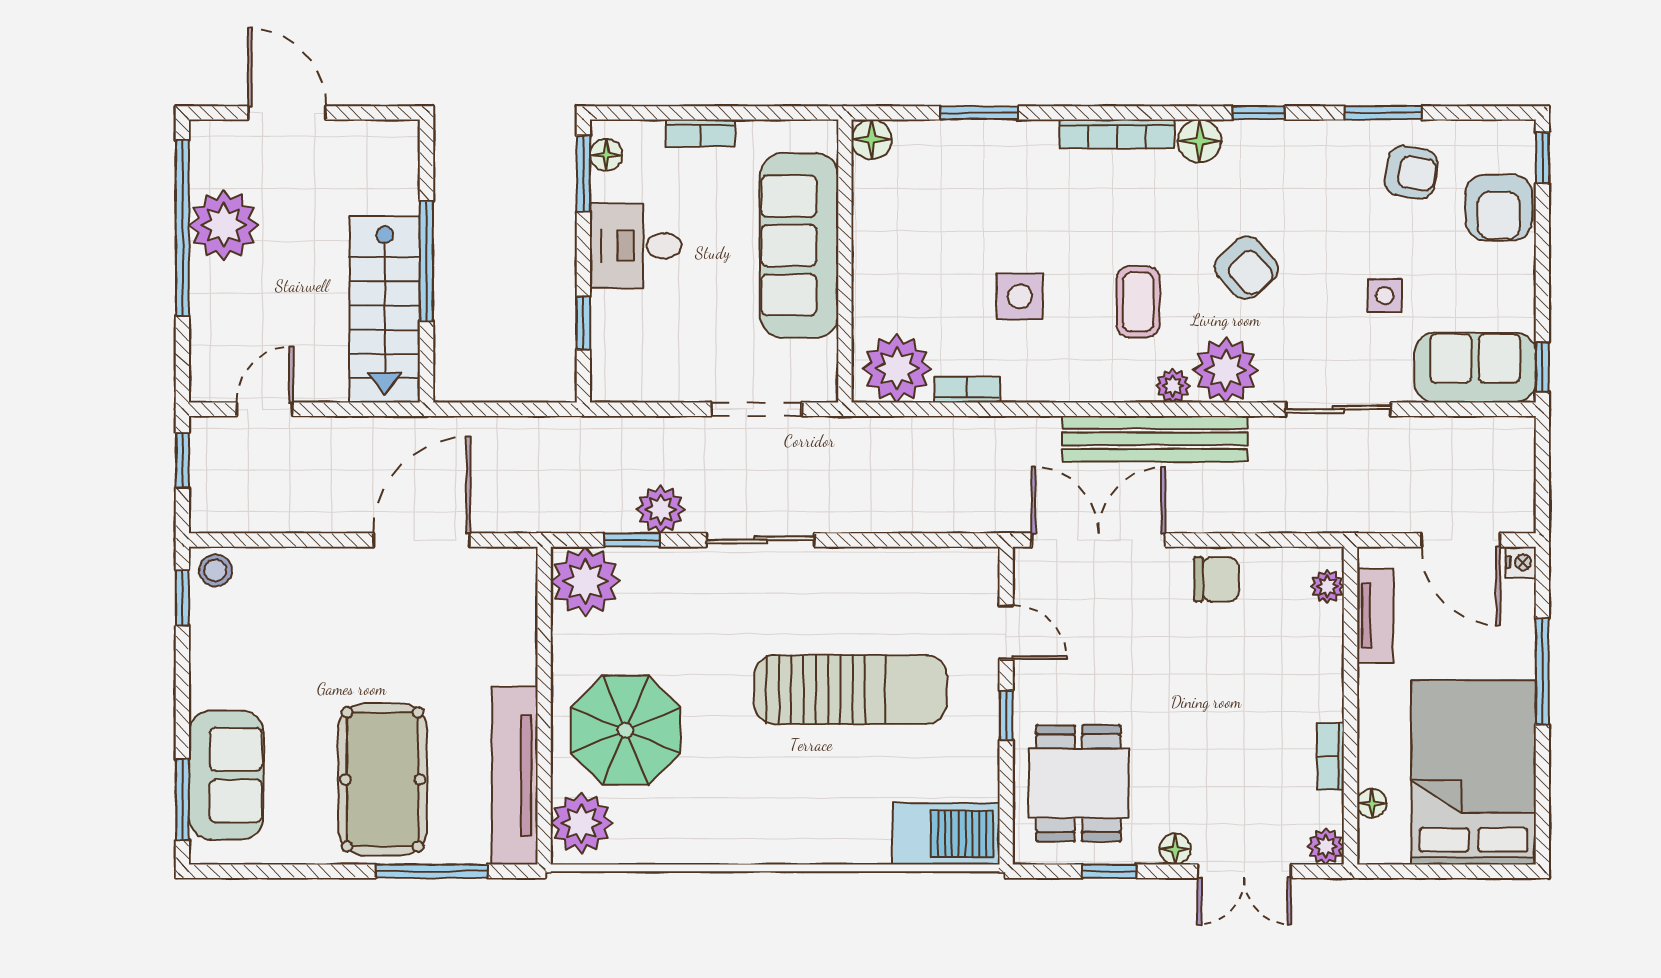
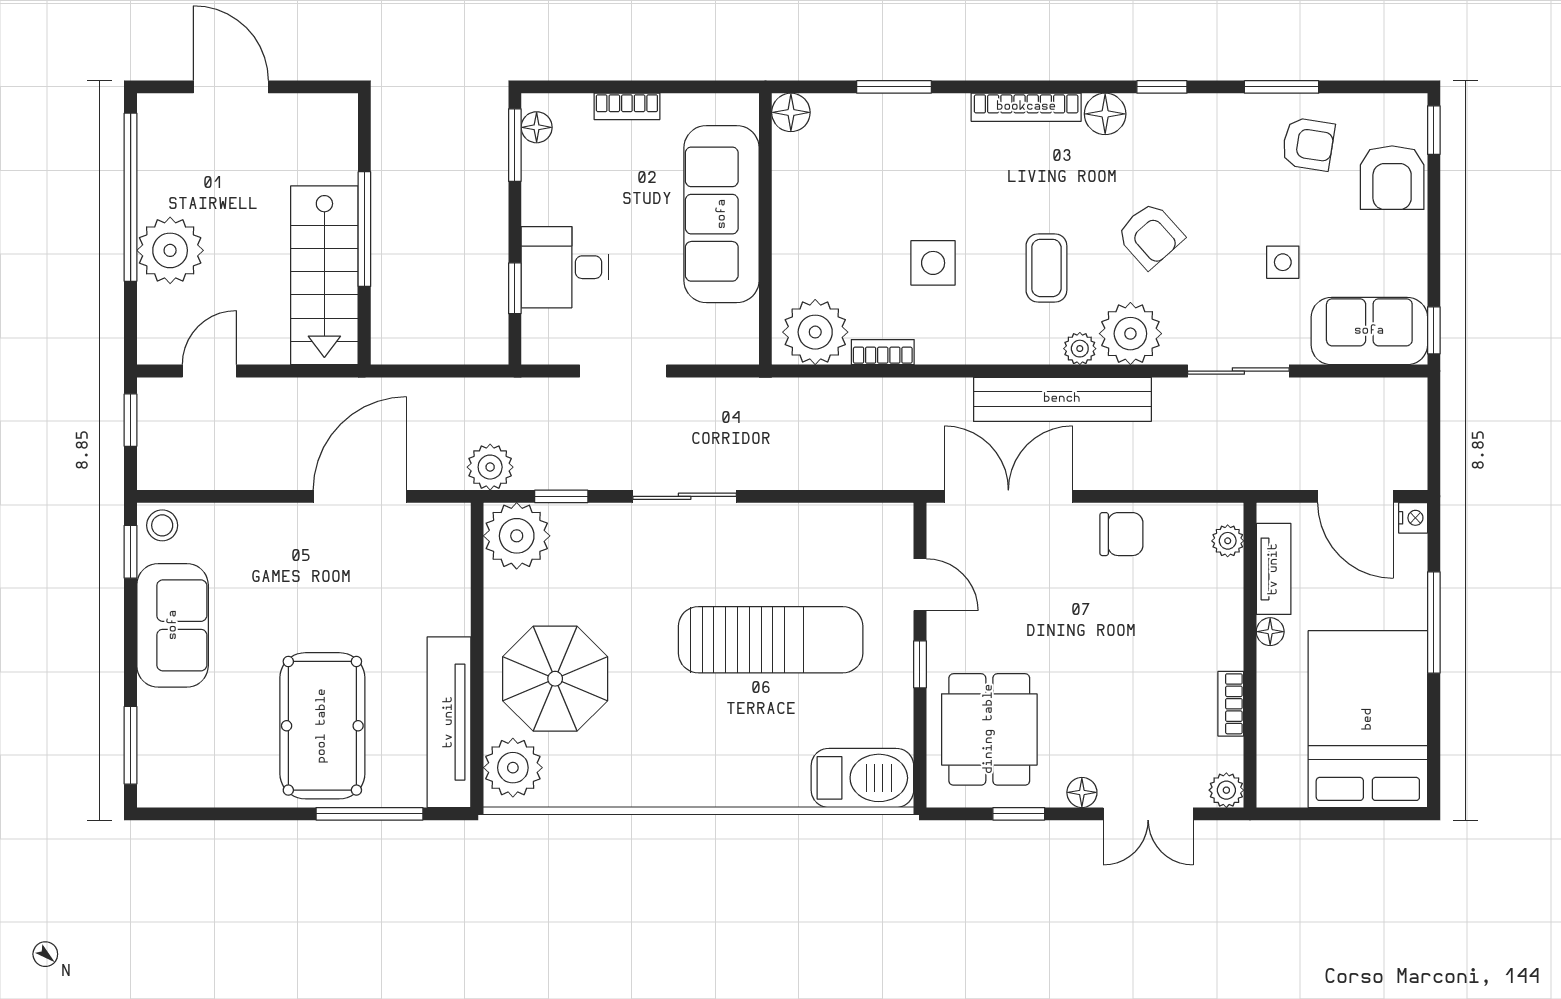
plant: (224, 225) -> (170, 250), moved
desk: (636, 246) -> (565, 267), moved
doorway: (757, 409) -> (623, 371), moved
plant: (661, 509) -> (490, 467), moved
sofa: (226, 775) -> (173, 625), moved
floor lamp: (1372, 803) -> (1270, 632), moved

